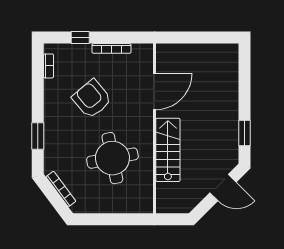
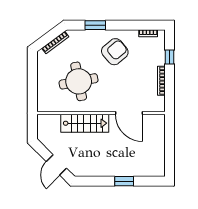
armchair: (92, 99) -> (115, 52), moved
window: (245, 133) -> (124, 181), moved

